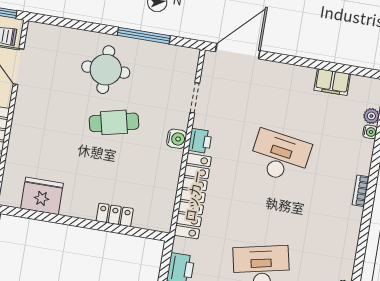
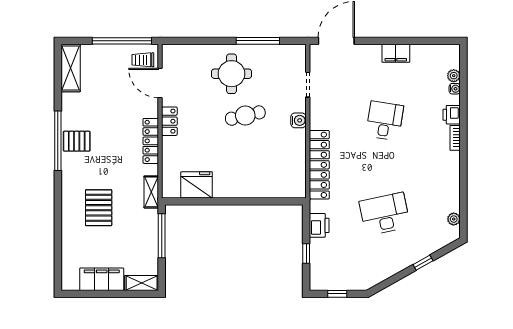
filing cabinet: (332, 82) -> (396, 53), moved
printer: (200, 141) -> (452, 115), moved, turned 180
desk: (280, 156) -> (385, 121), width x0.73
locker: (115, 215) -> (169, 121), moved, turned 90

